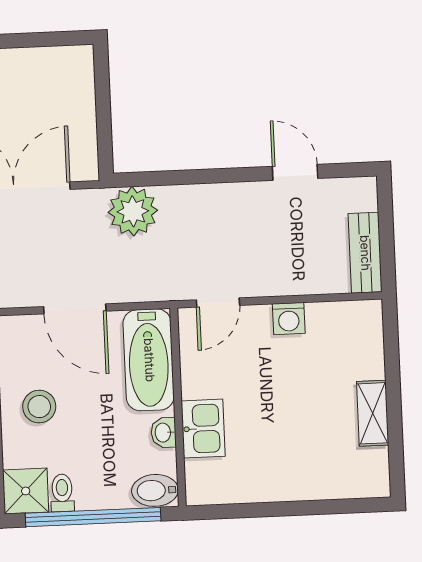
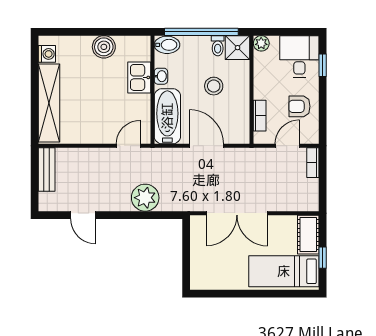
plant: (133, 211) -> (145, 198), moved
washing machine: (289, 319) -> (47, 54), moved, turned 90
stool: (39, 407) -> (214, 86), moved
shelving: (373, 413) -> (49, 103), width x2.20, depth x1.33
boiler: (270, 482) -> (104, 47), added

